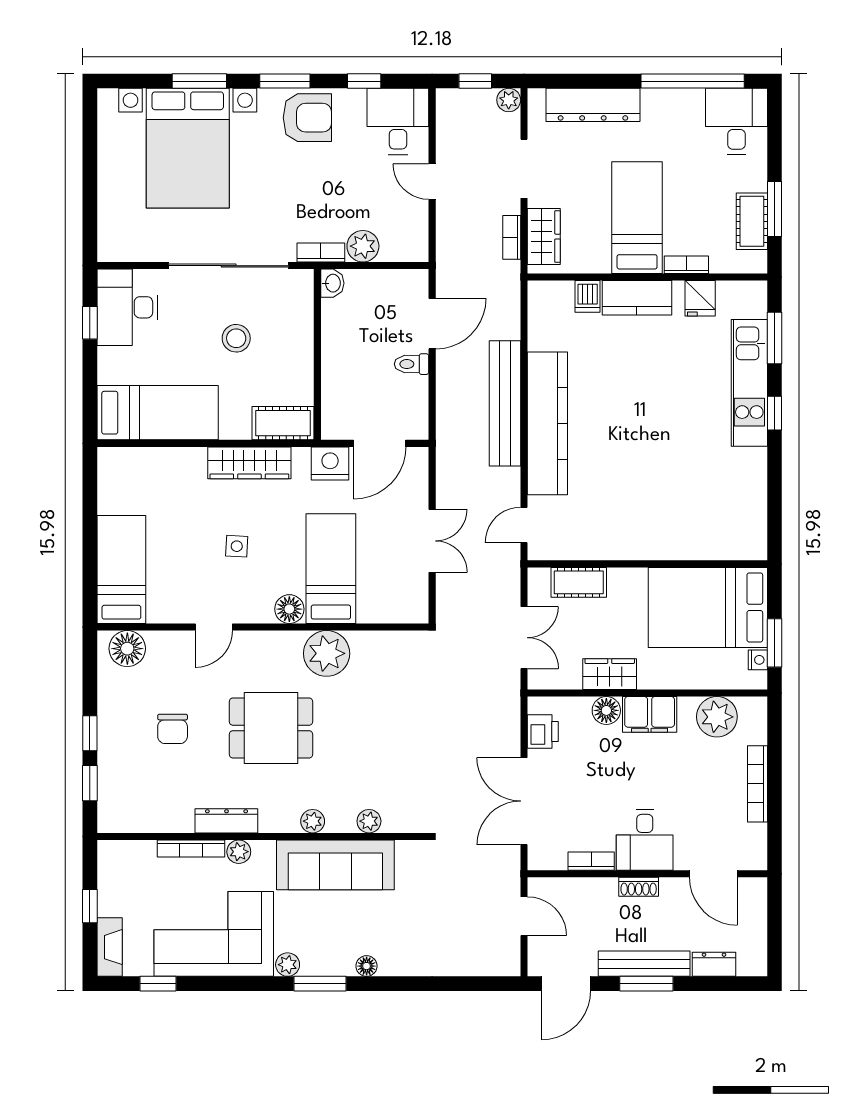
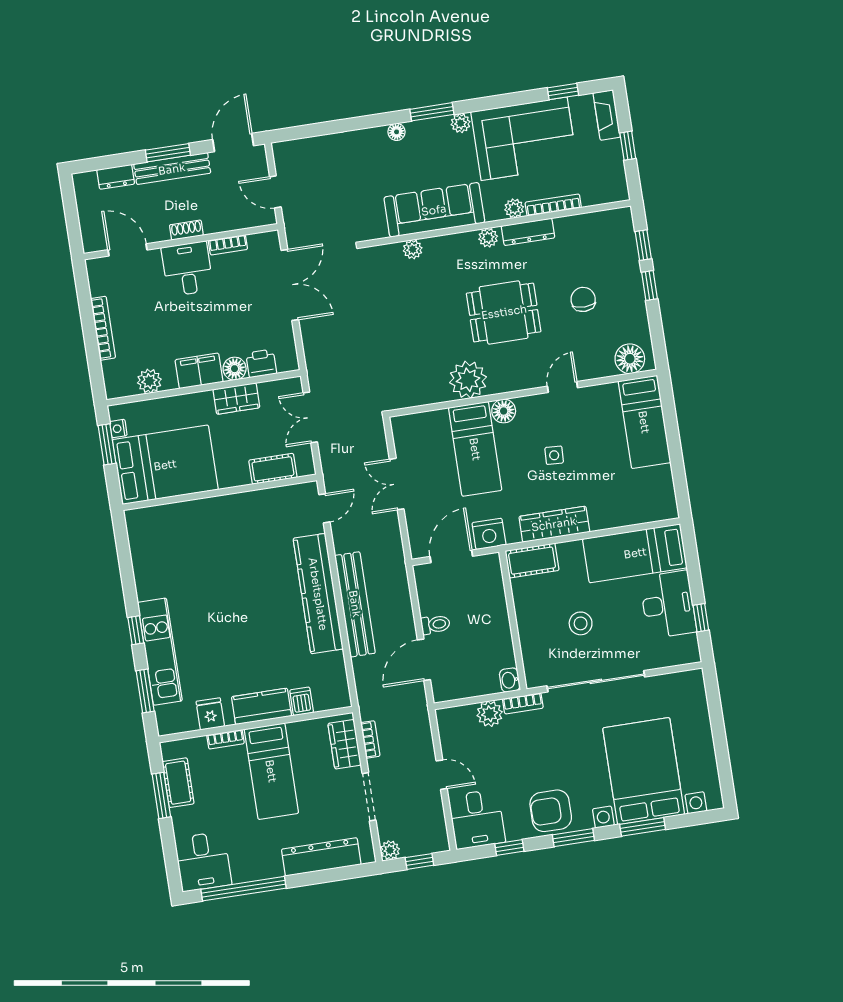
desk: (127, 307) -> (668, 604), moved
plant: (717, 717) -> (149, 381), width x0.73, depth x0.73
printer: (543, 731) -> (261, 363), moved, turned 90
plant: (313, 821) -> (488, 238), moved

